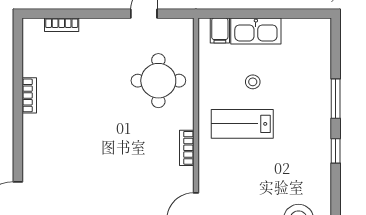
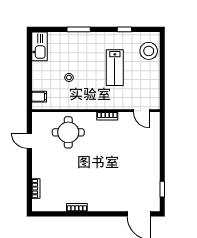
kitchen sink: (256, 31) -> (39, 46), moved
lab bench: (242, 124) -> (115, 68), moved
window: (336, 151) -> (124, 29), moved

